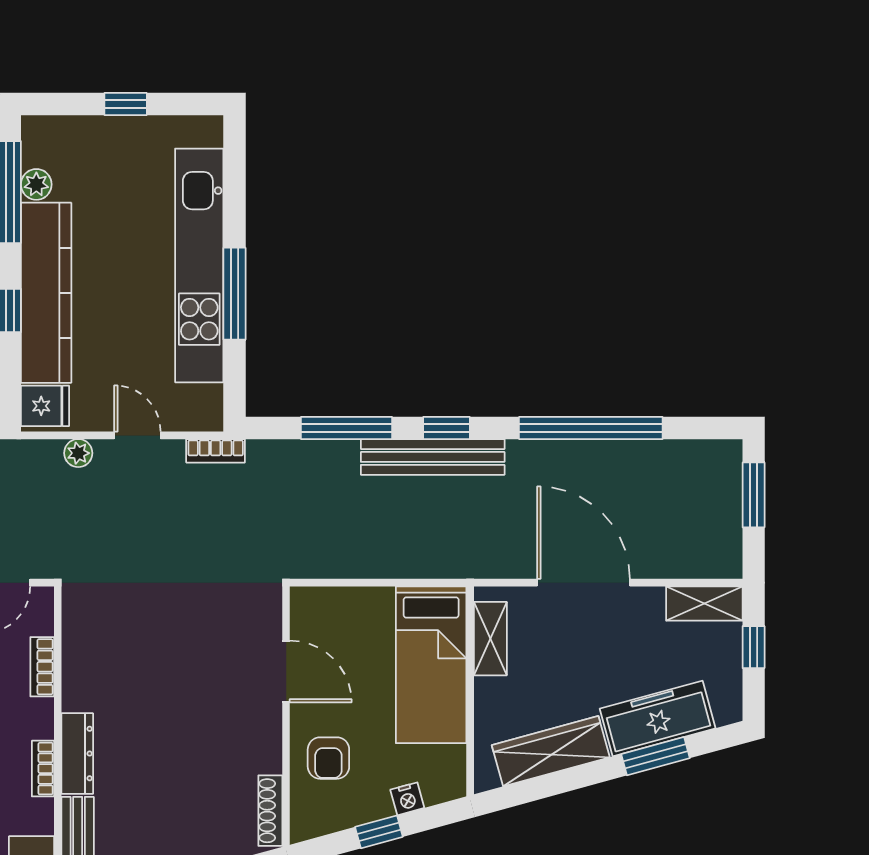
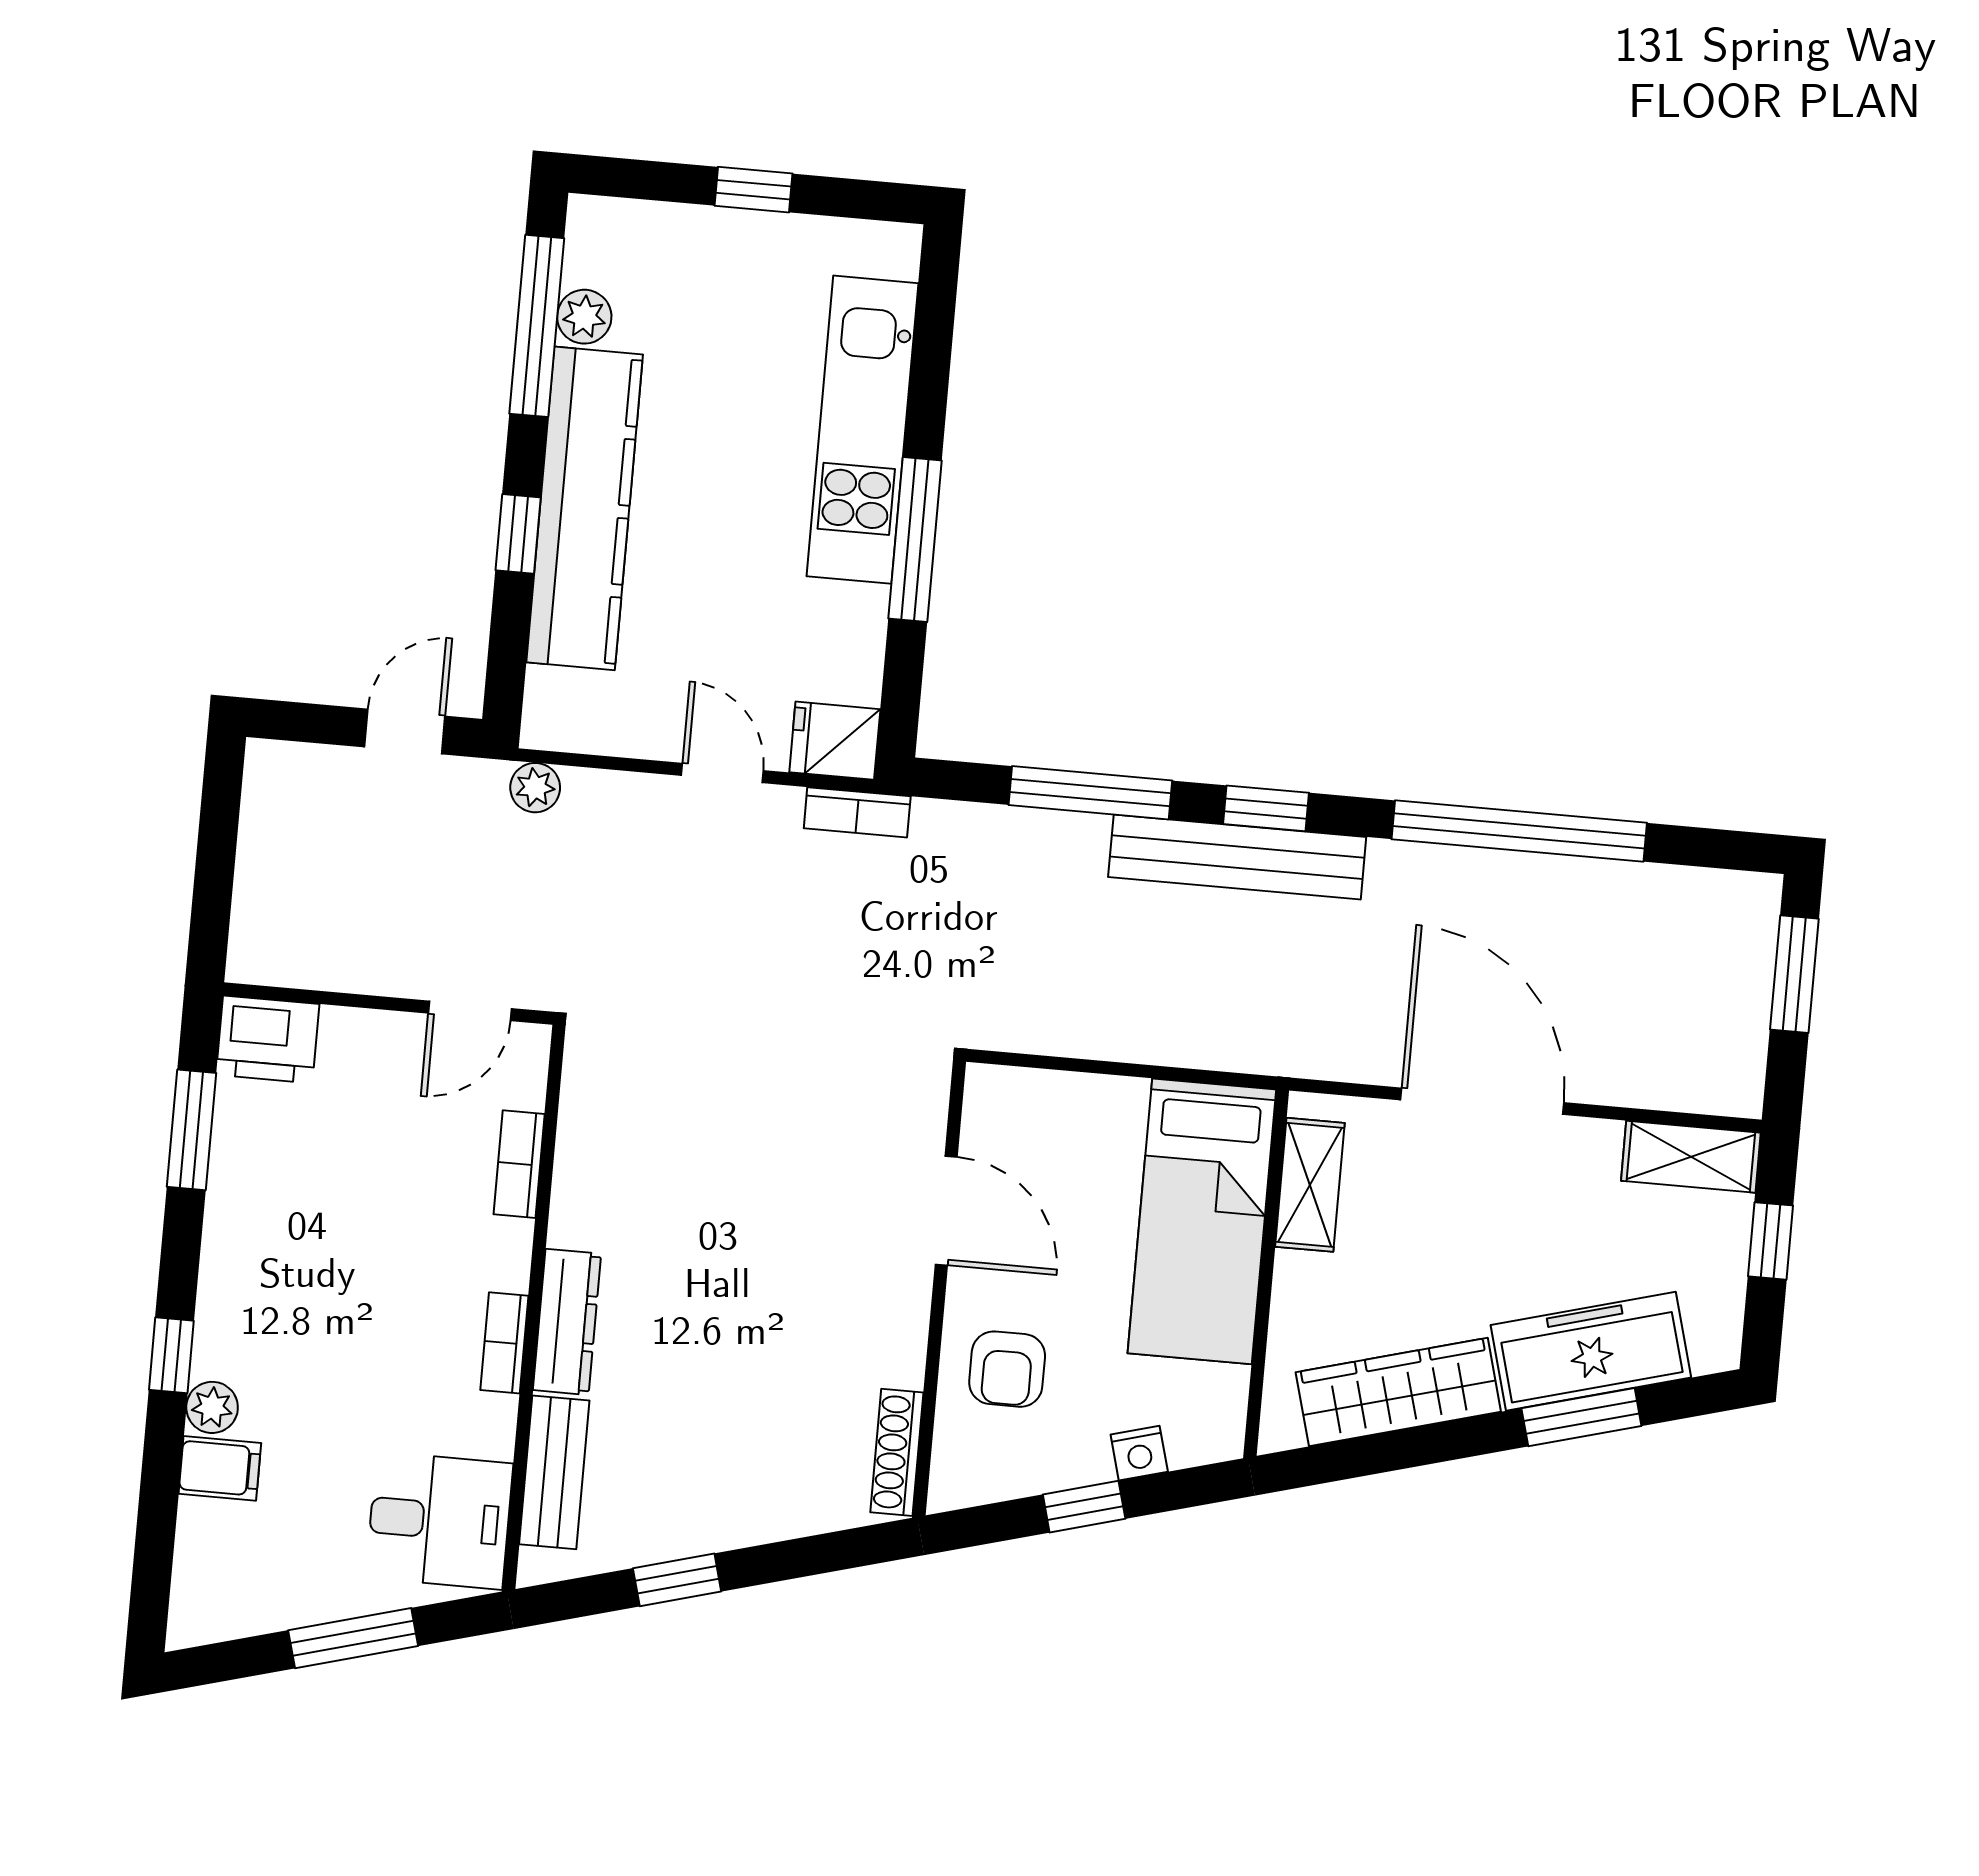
kitchen unit: (199, 265) -> (862, 430), width x0.73
fridge: (45, 406) -> (835, 741), moved, turned 180
plant: (78, 453) -> (535, 788), moved

